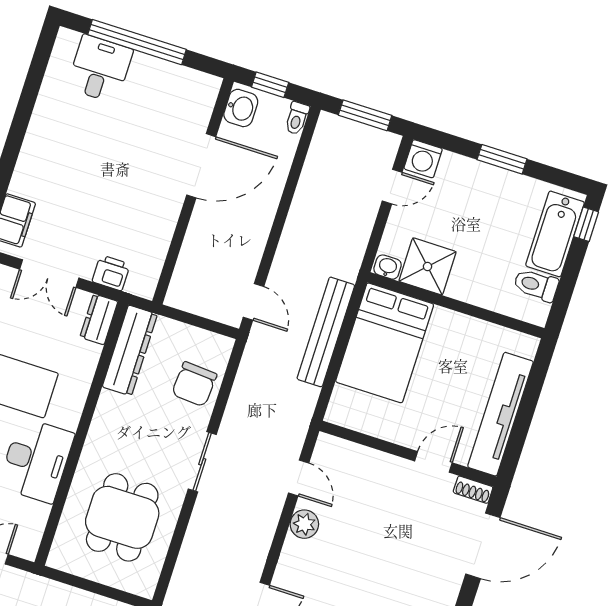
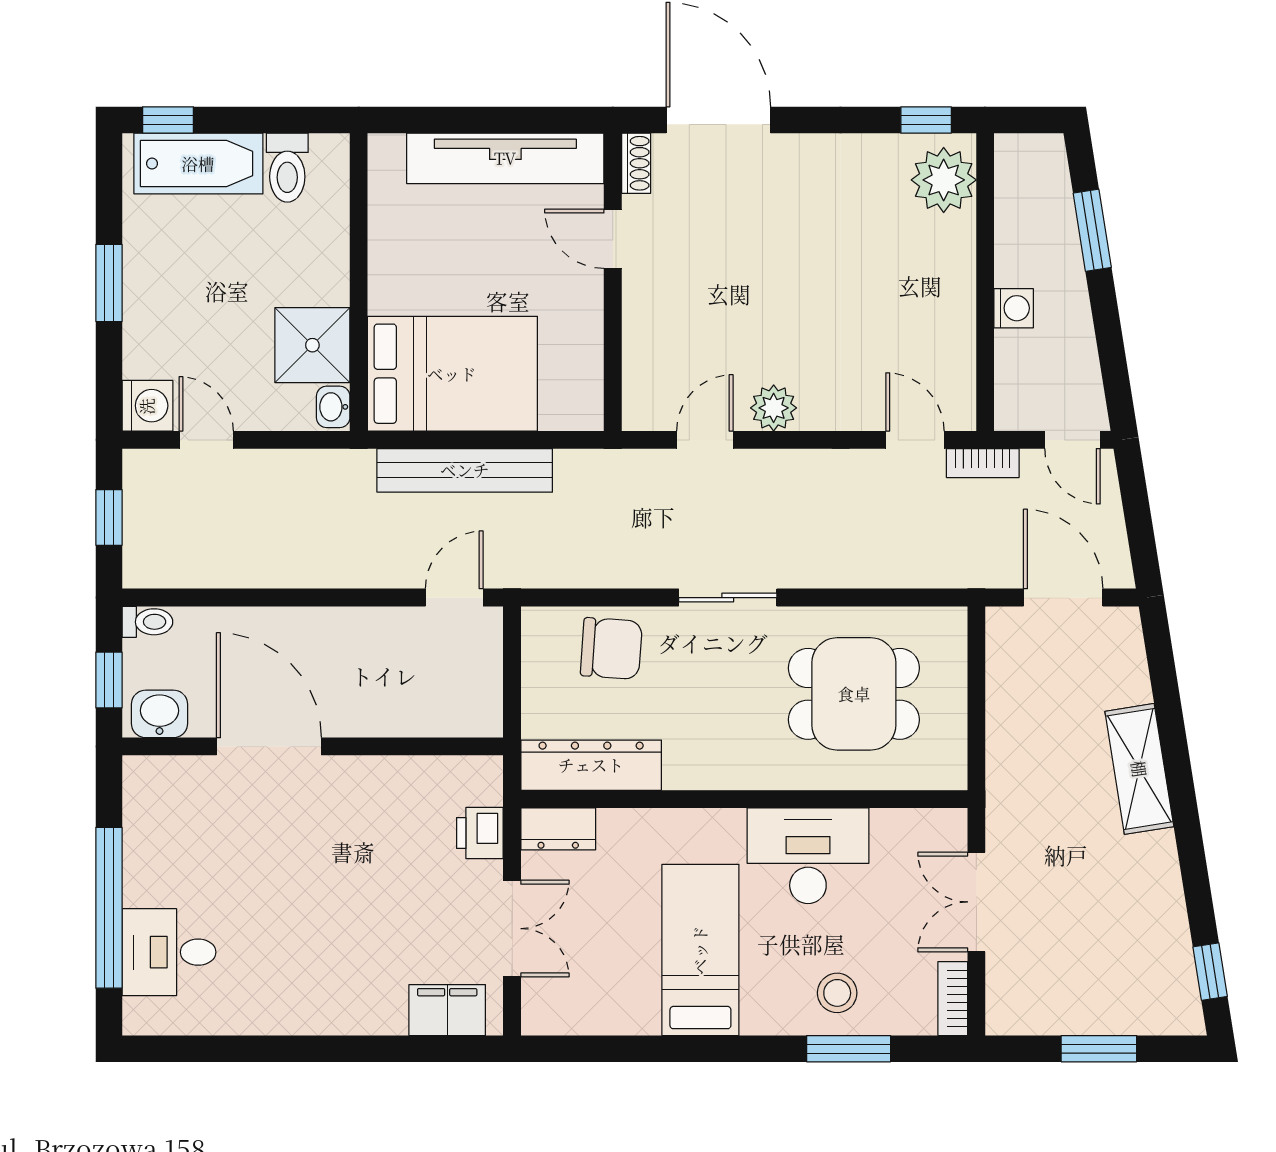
window: (365, 115) -> (109, 517), width x0.67

